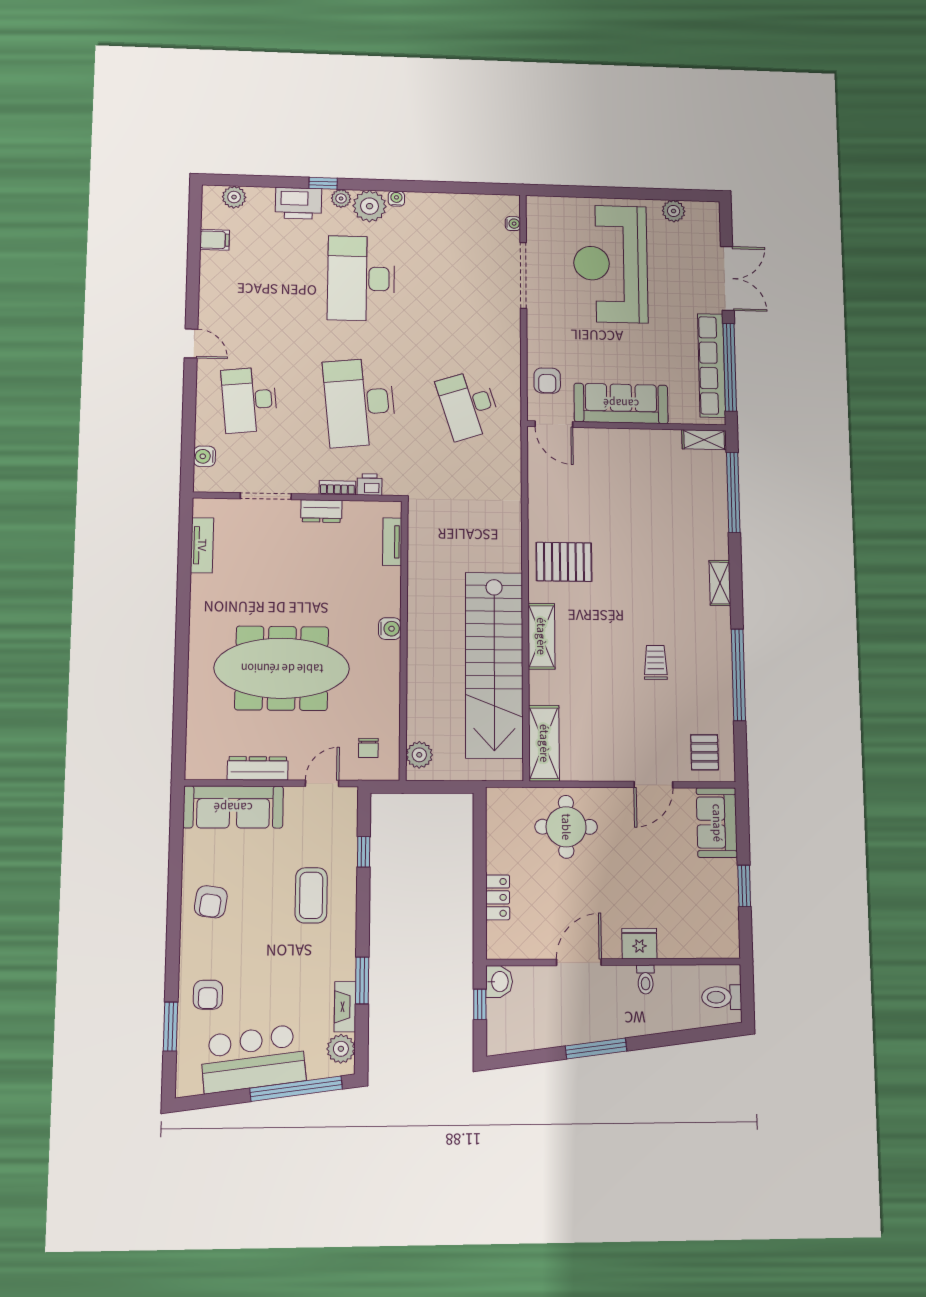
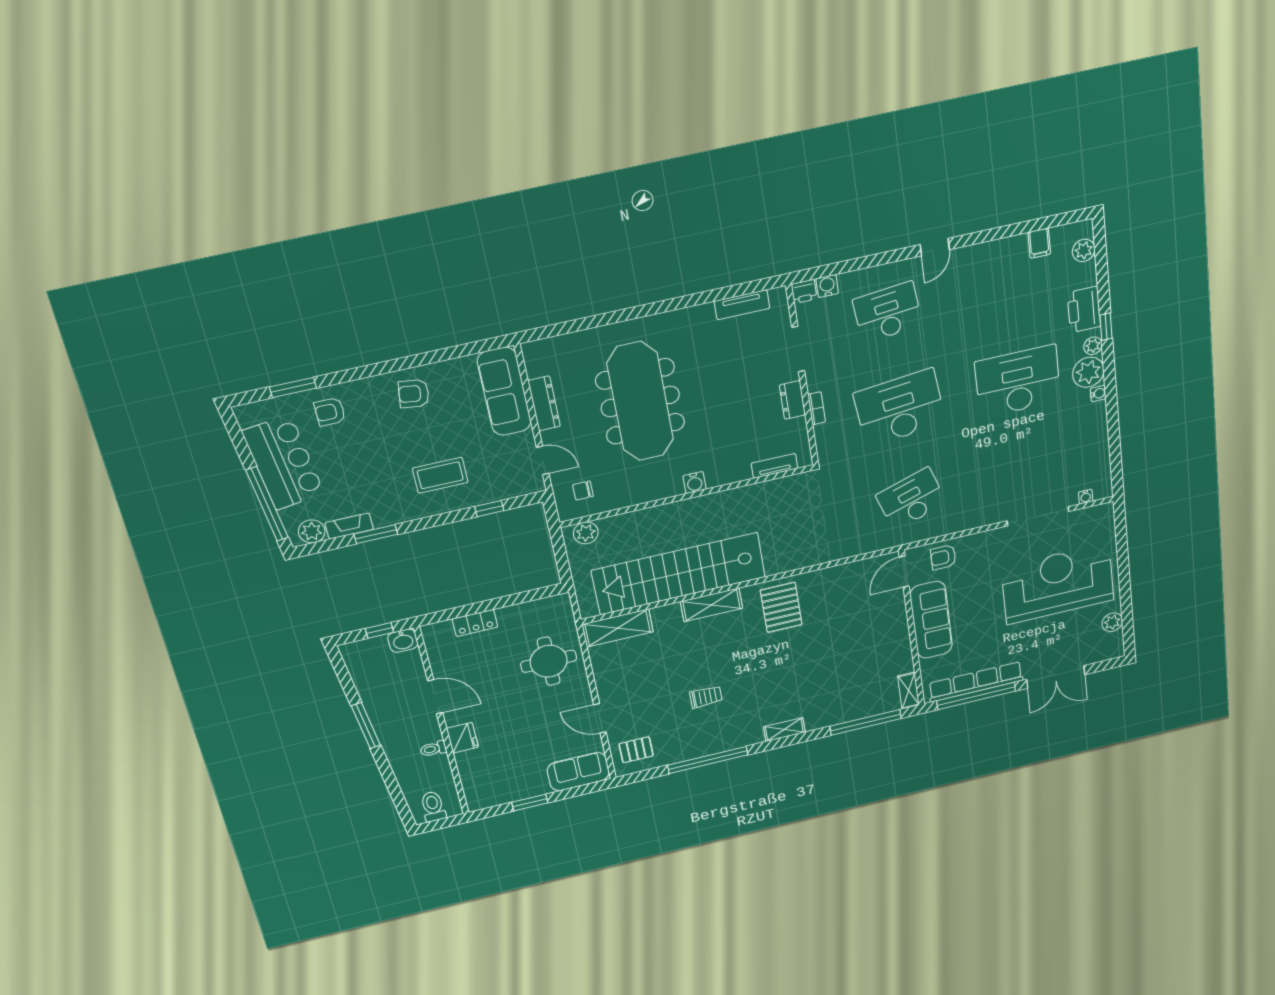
printer: (370, 485) -> (804, 292), moved, turned 90

